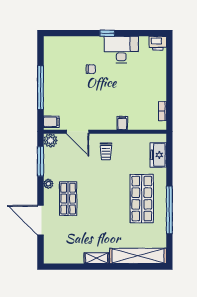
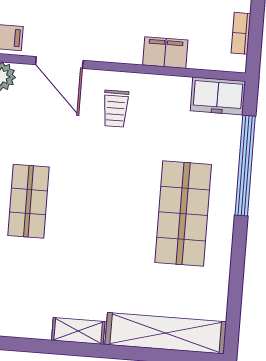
filing cabinet: (122, 123) -> (165, 53), width x2.00
freezer: (158, 155) -> (218, 96), moved, turned -90
window: (169, 210) -> (245, 166), moved

